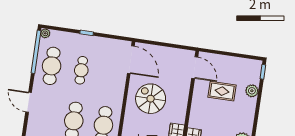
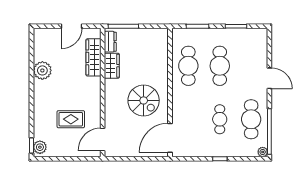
door: (131, 60) -> (170, 138), hinge flipped
door: (195, 68) -> (103, 139), hinge flipped
plant: (252, 91) -> (40, 147), moved

